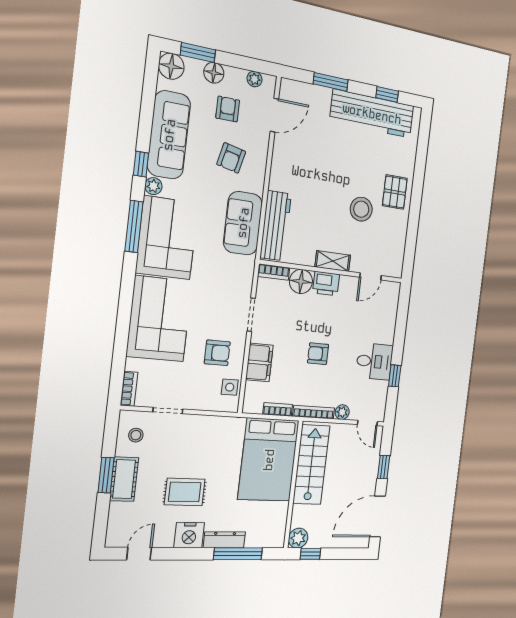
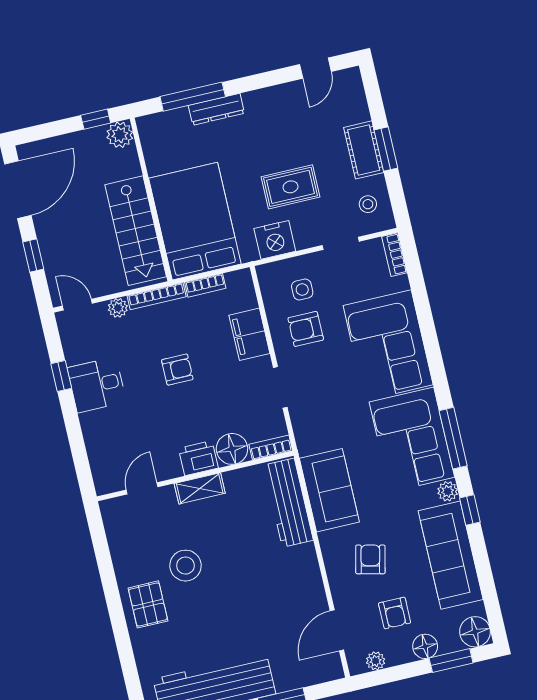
side table: (230, 387) -> (302, 290), moved
rug: (185, 492) -> (291, 187), moved
nightstand: (189, 535) -> (275, 240), moved, turned 180

